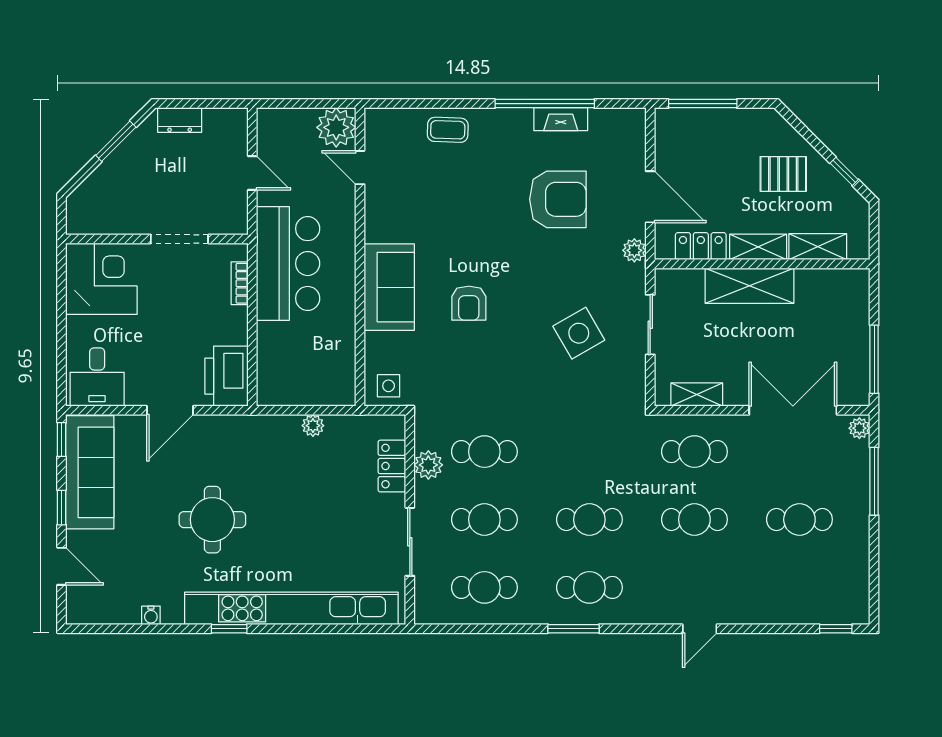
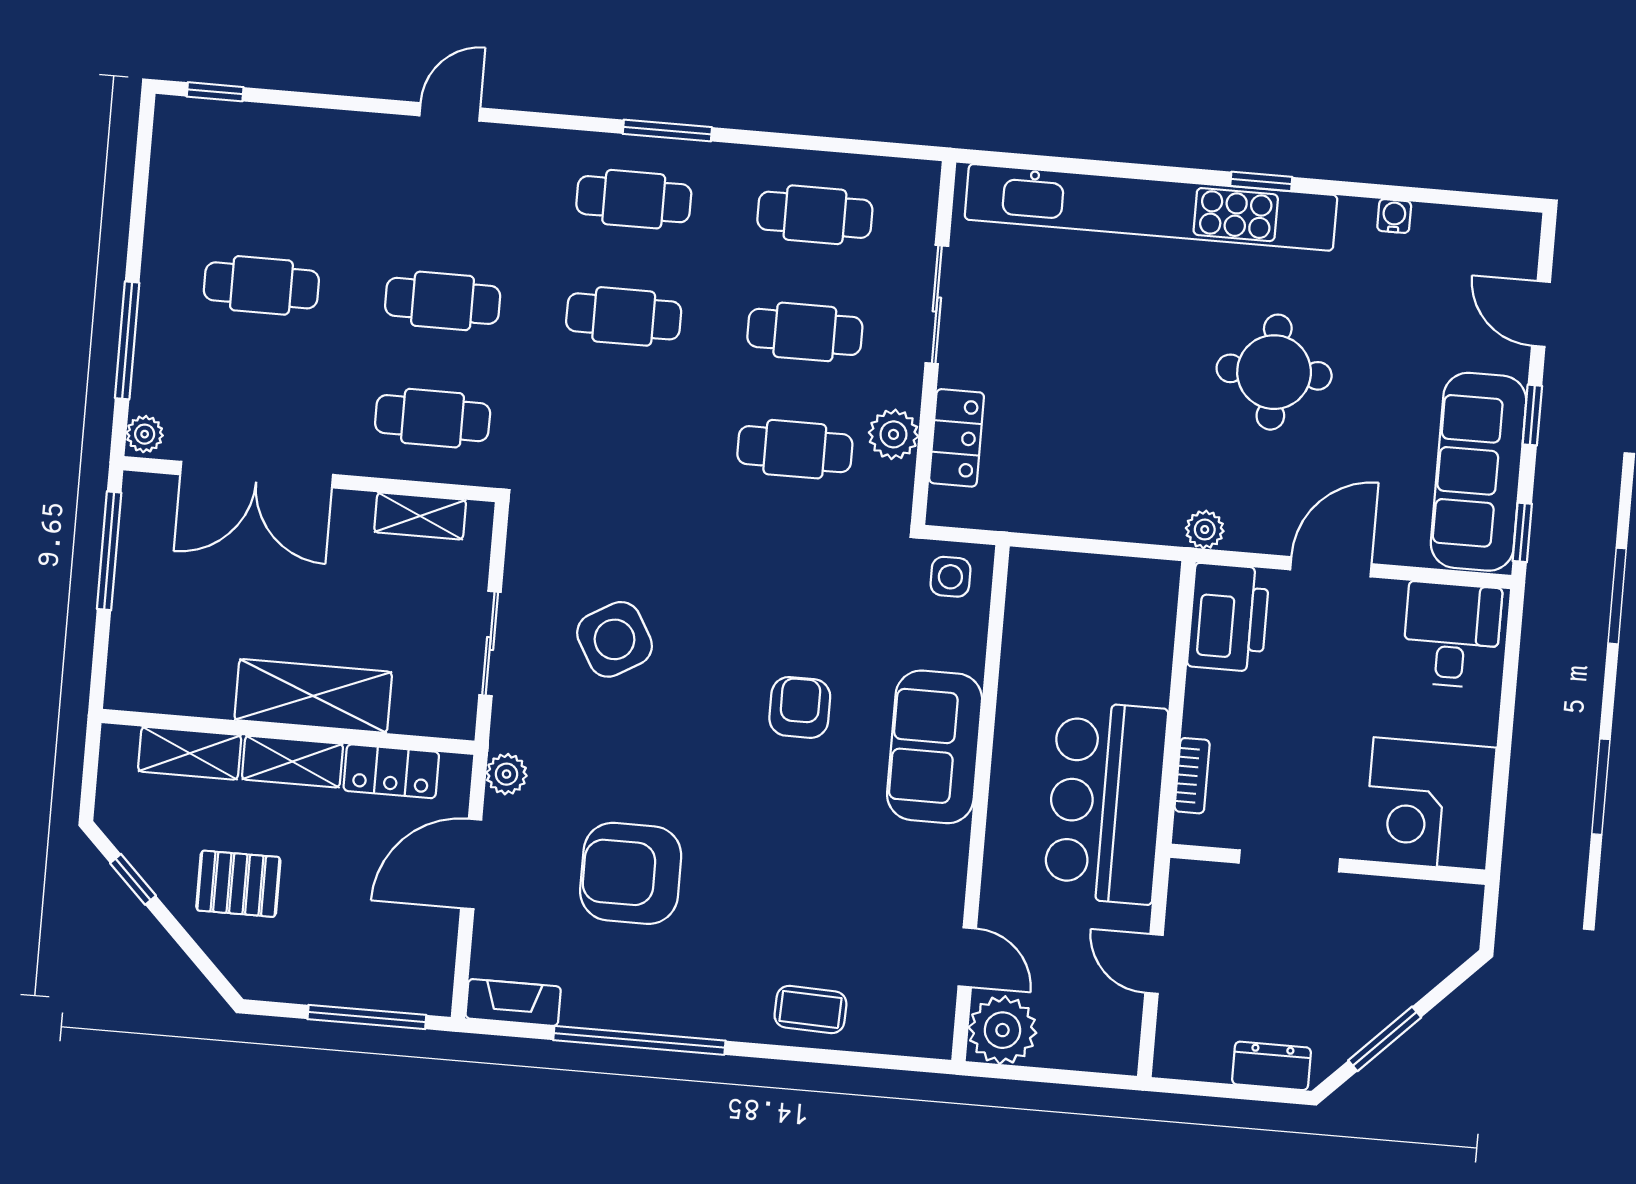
fireplace: (561, 119) -> (513, 1002), moved
door: (650, 197) -> (471, 864), hinge flipped
plant: (313, 426) -> (1205, 530), moved

